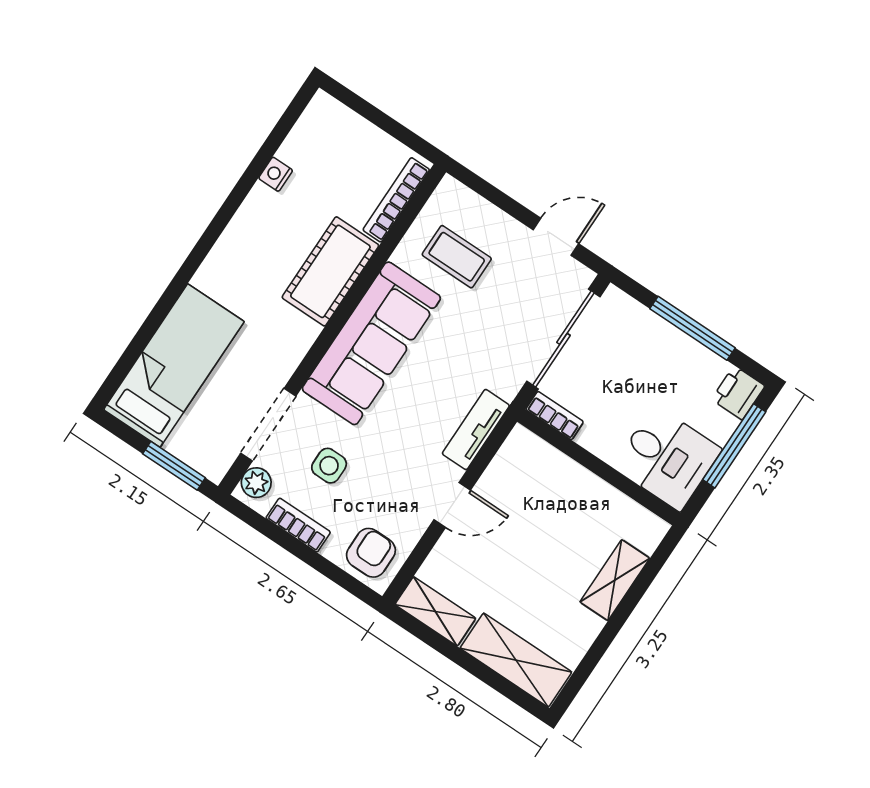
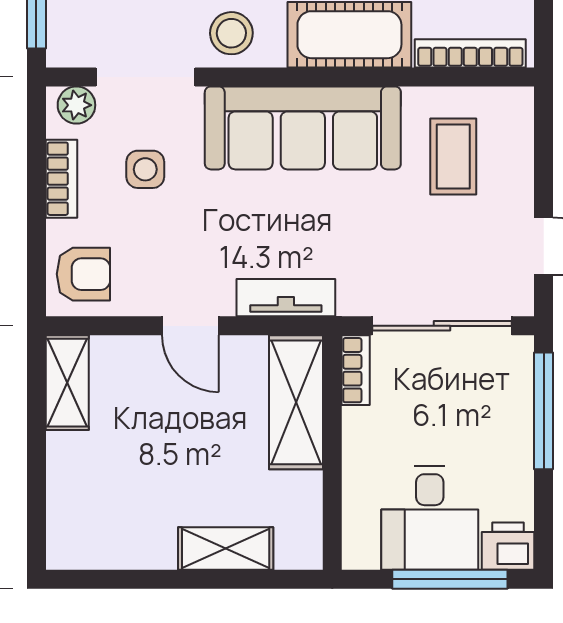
window: (692, 328) -> (544, 411), moved
stool: (277, 349) -> (231, 33), added
desk: (667, 458) -> (430, 518), moved
shelving: (516, 660) -> (296, 402), moved

